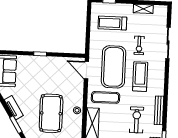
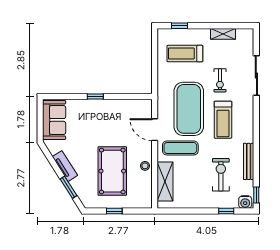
door: (86, 70) -> (155, 130), moved
treadmill: (140, 77) -> (223, 120), turned 180

